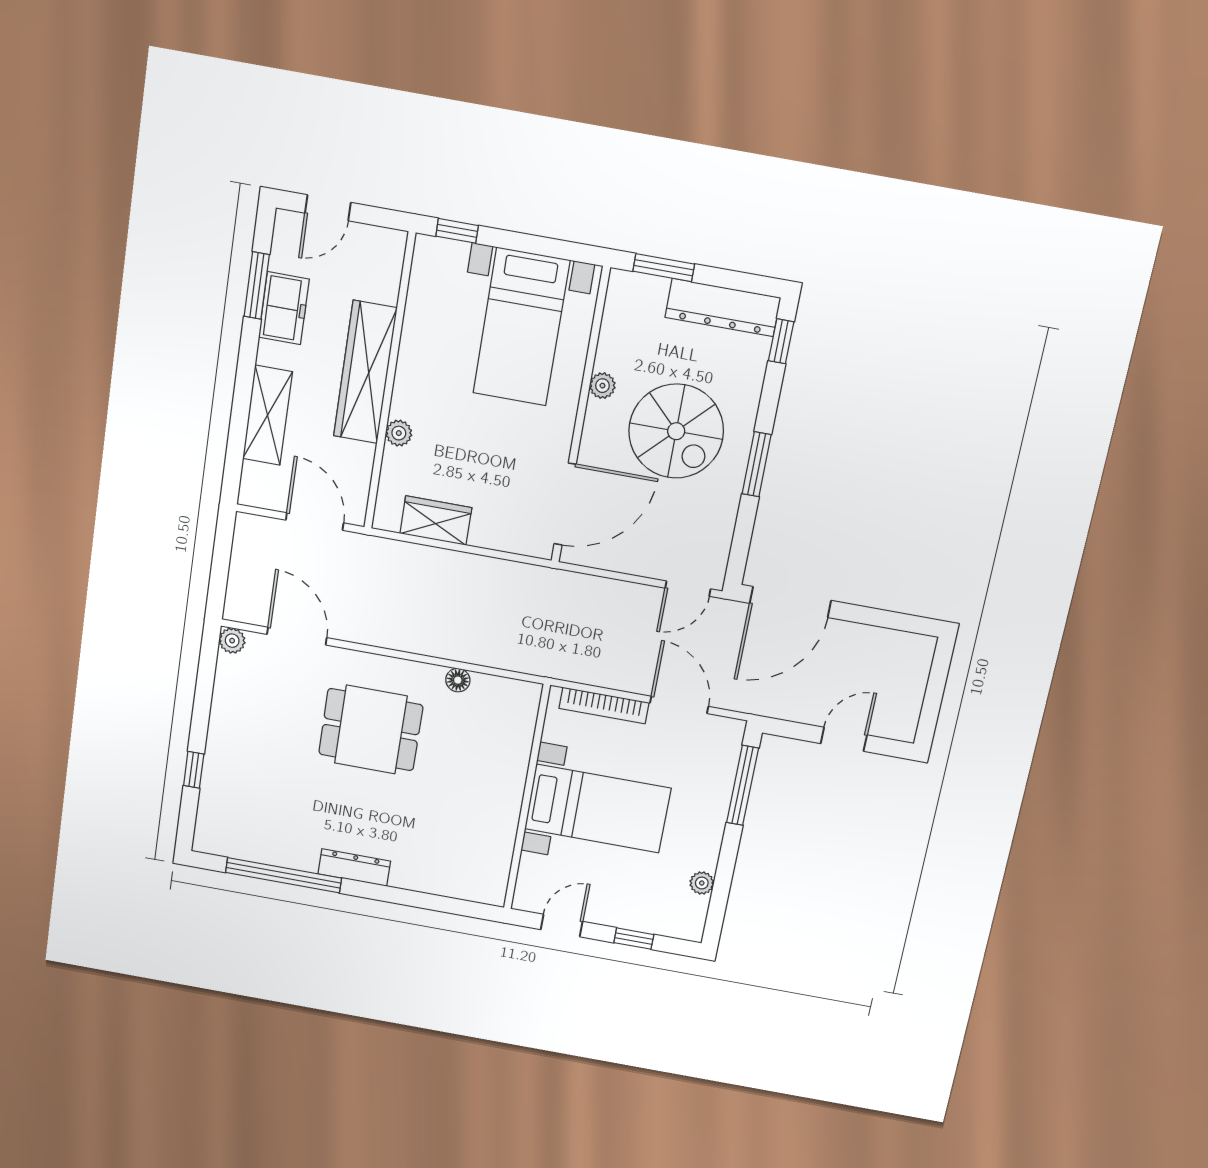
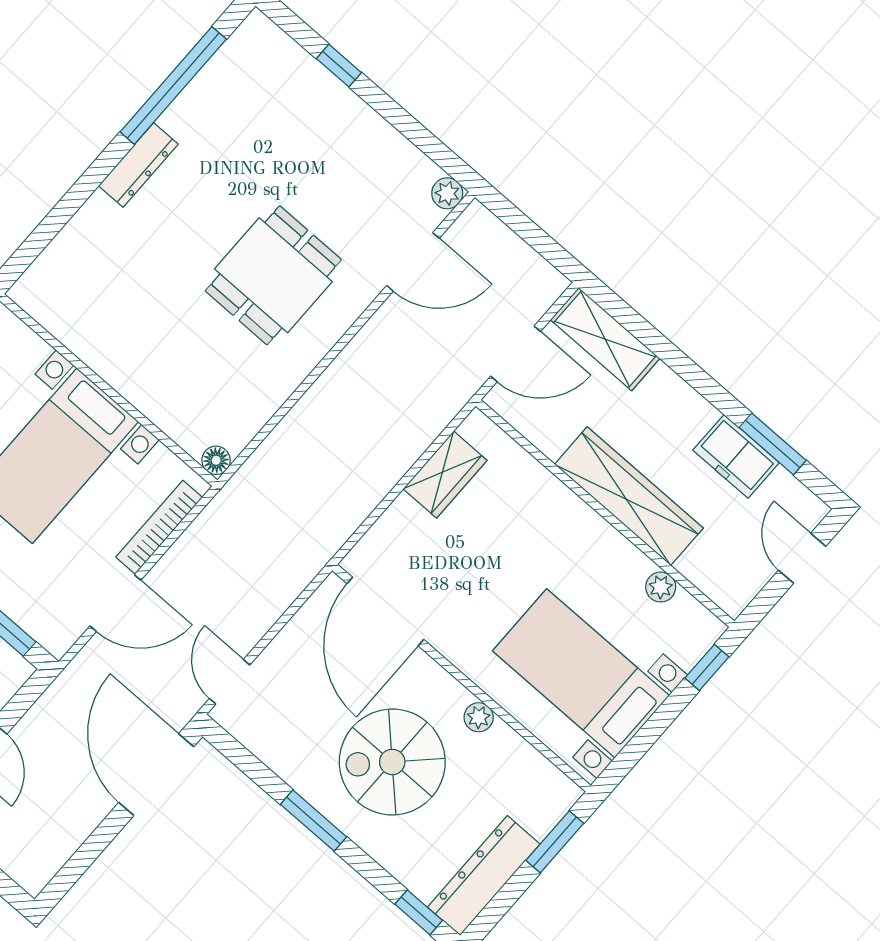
shelving: (267, 415) -> (605, 339), moved
plant: (399, 433) -> (661, 587), moved
floor lamp: (458, 680) -> (216, 460), moved

